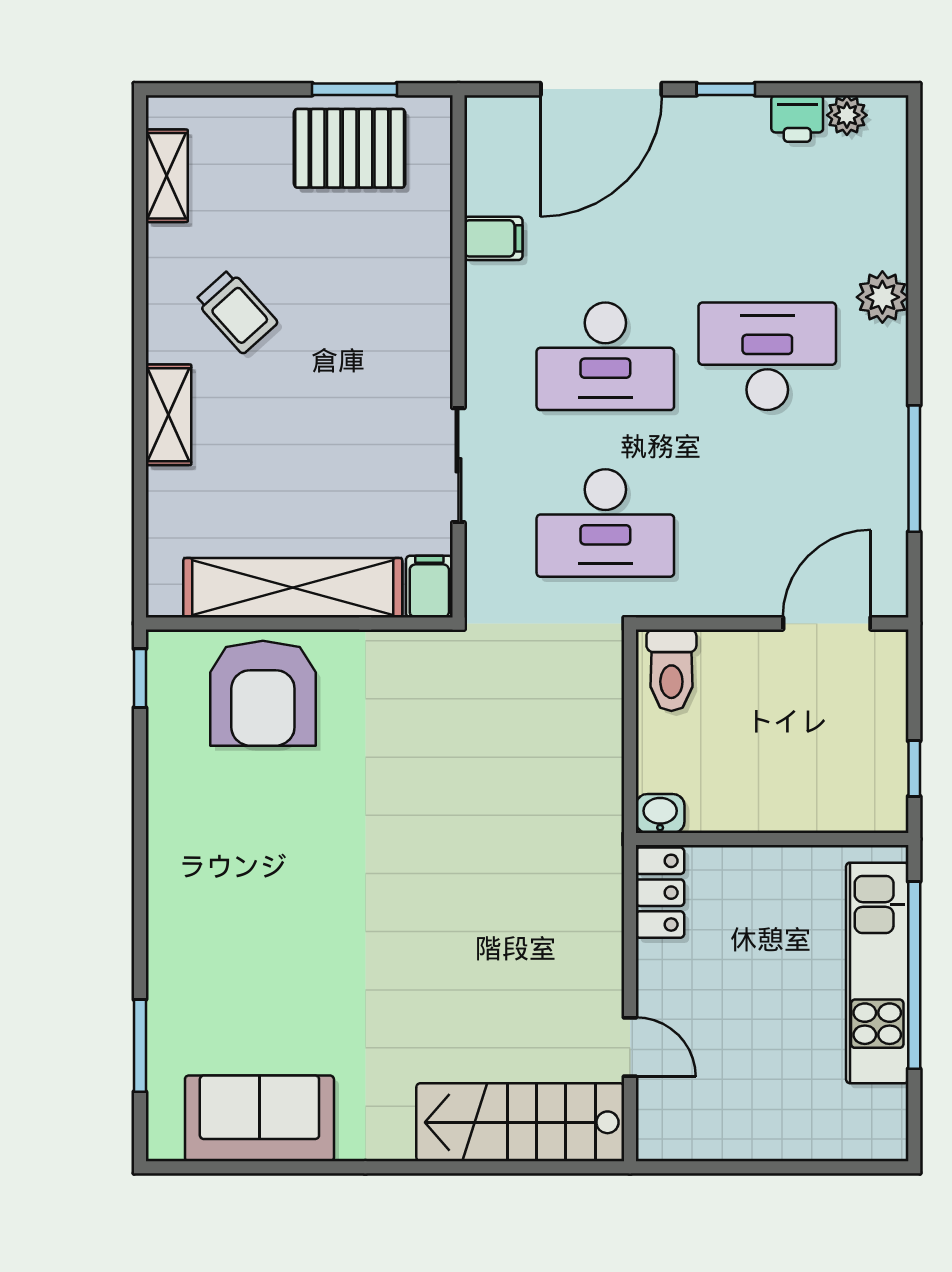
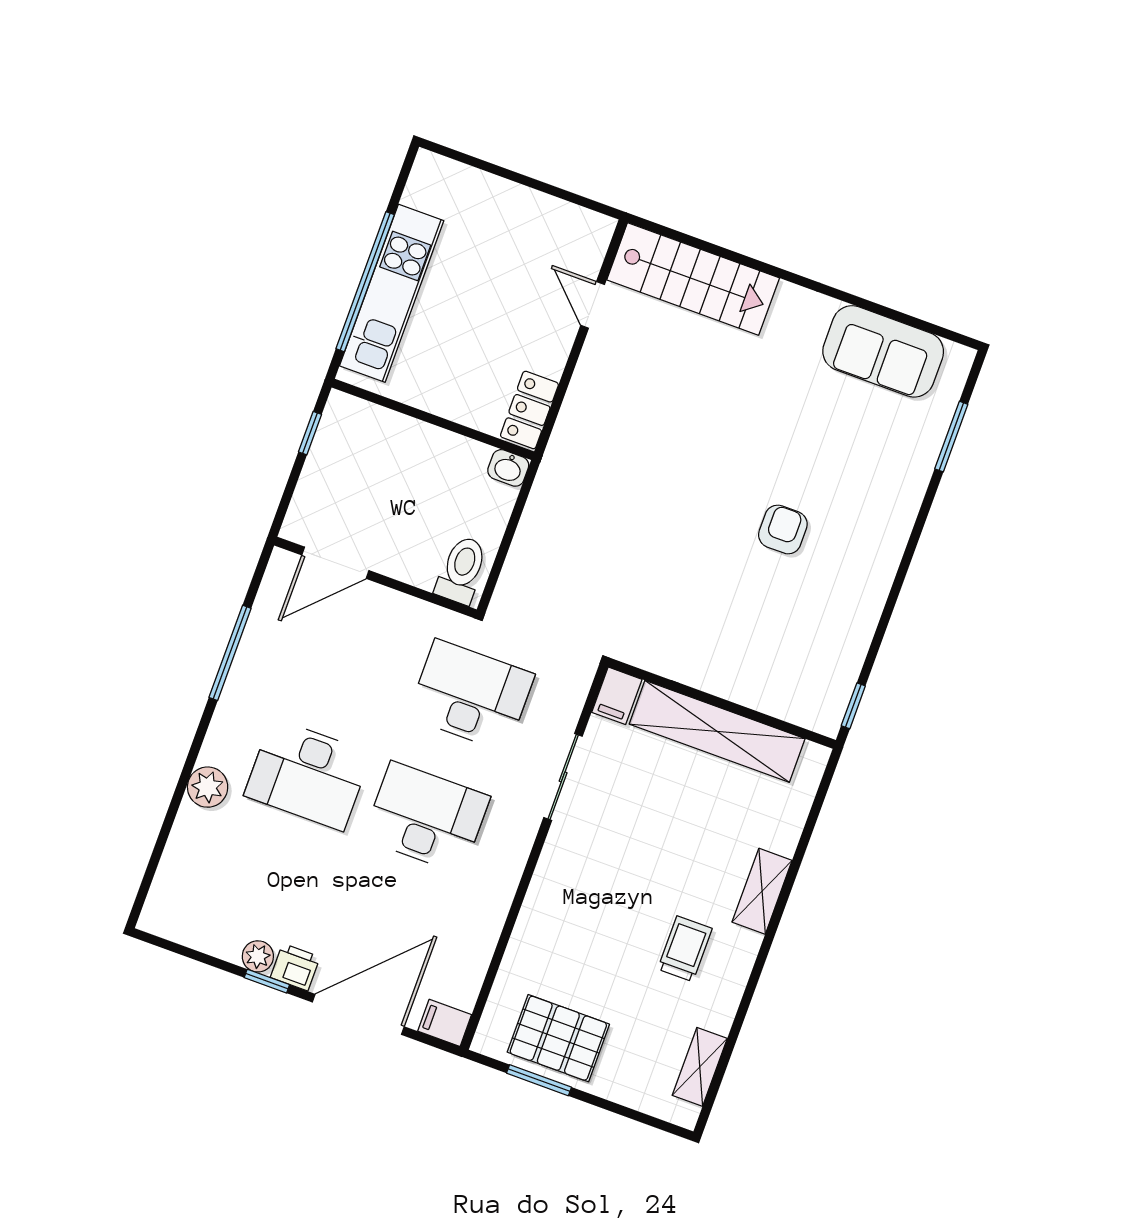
plant: (847, 115) -> (258, 956), moved
printer: (797, 118) -> (295, 967), moved
filing cabinet: (493, 238) -> (445, 1023), moved
trolley: (236, 312) -> (685, 949), turned 42
armchair: (263, 693) -> (783, 529), moved, width x0.53, depth x0.53

